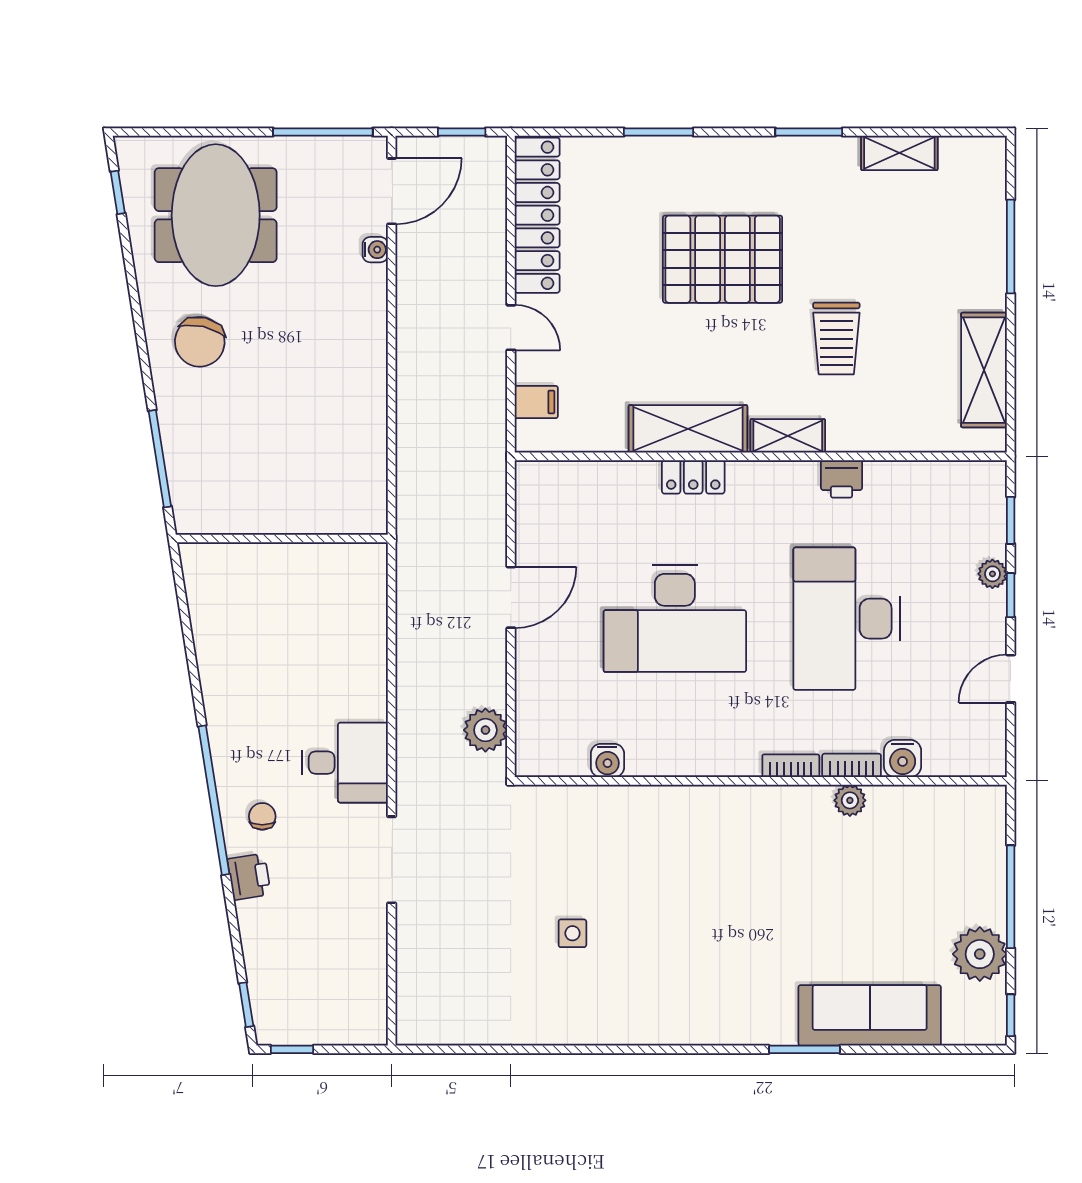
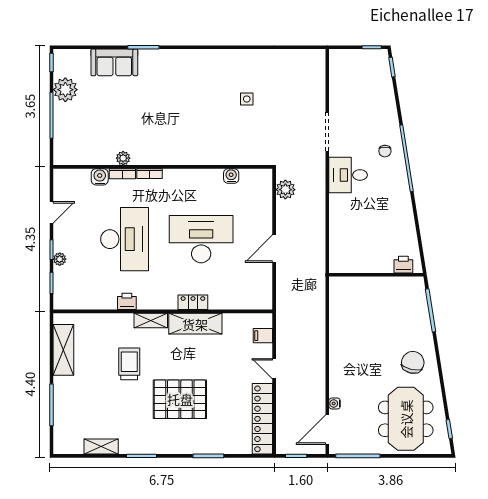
printer: (249, 877) -> (403, 265), moved, turned 99
sofa: (870, 1015) -> (114, 62), width x0.73

